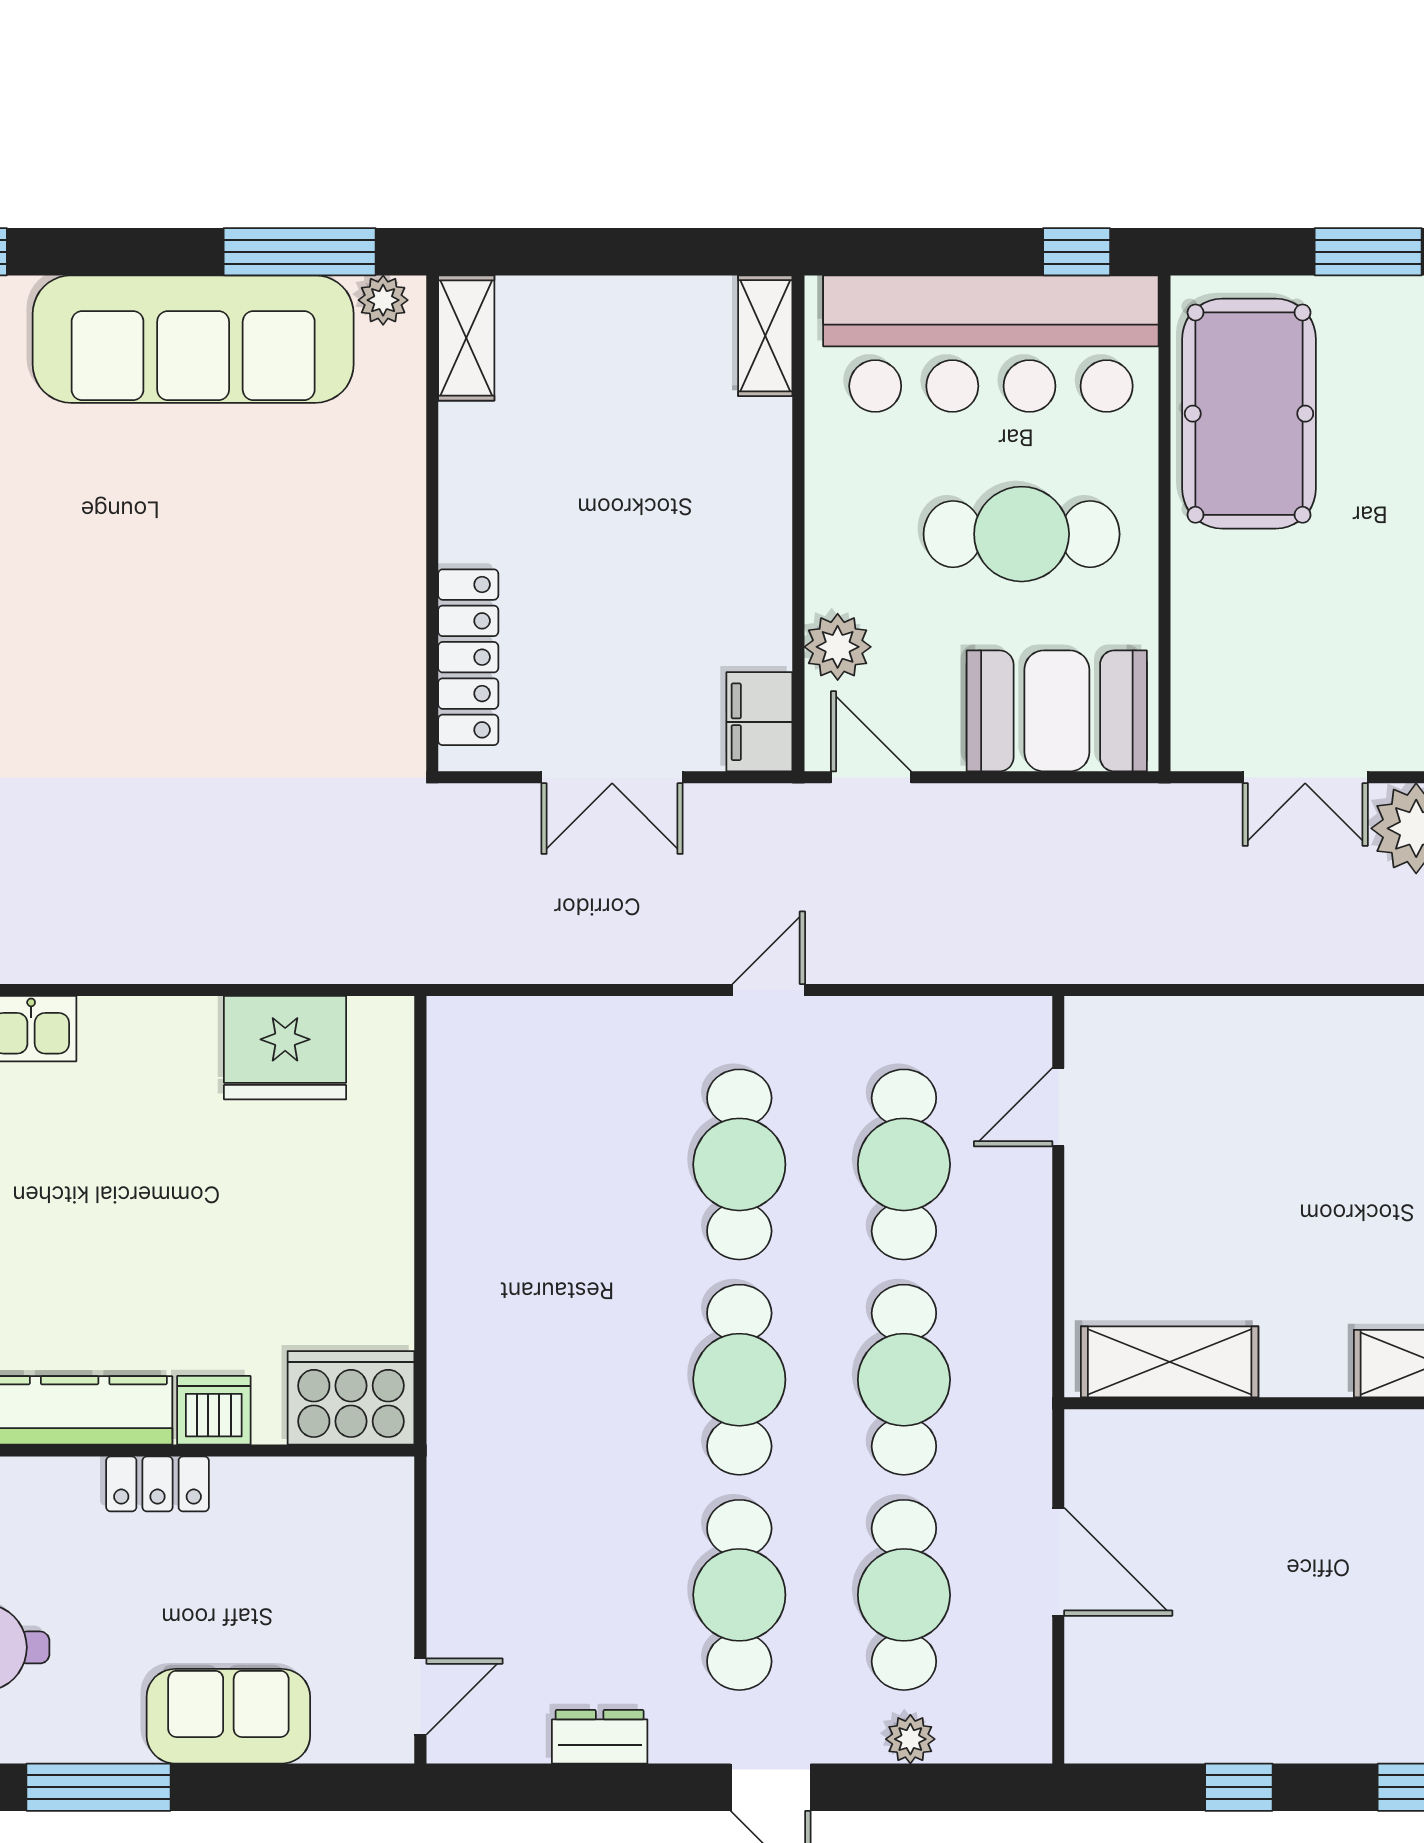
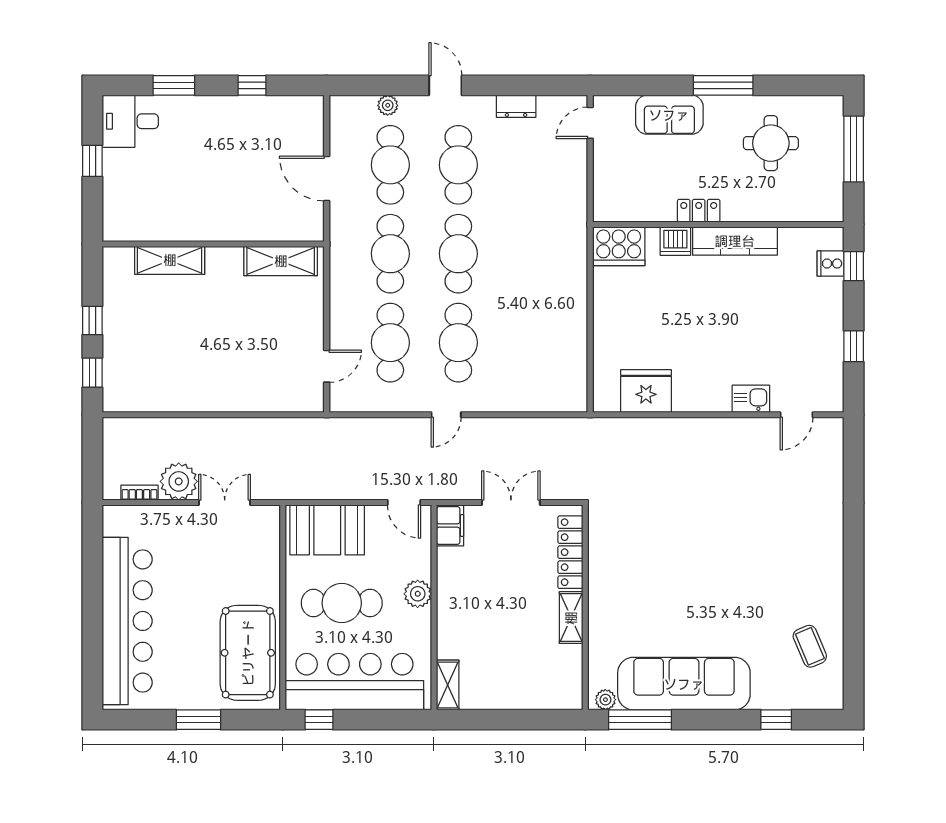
shelving: (466, 338) -> (571, 618), moved
plant: (838, 647) -> (418, 594), moved

